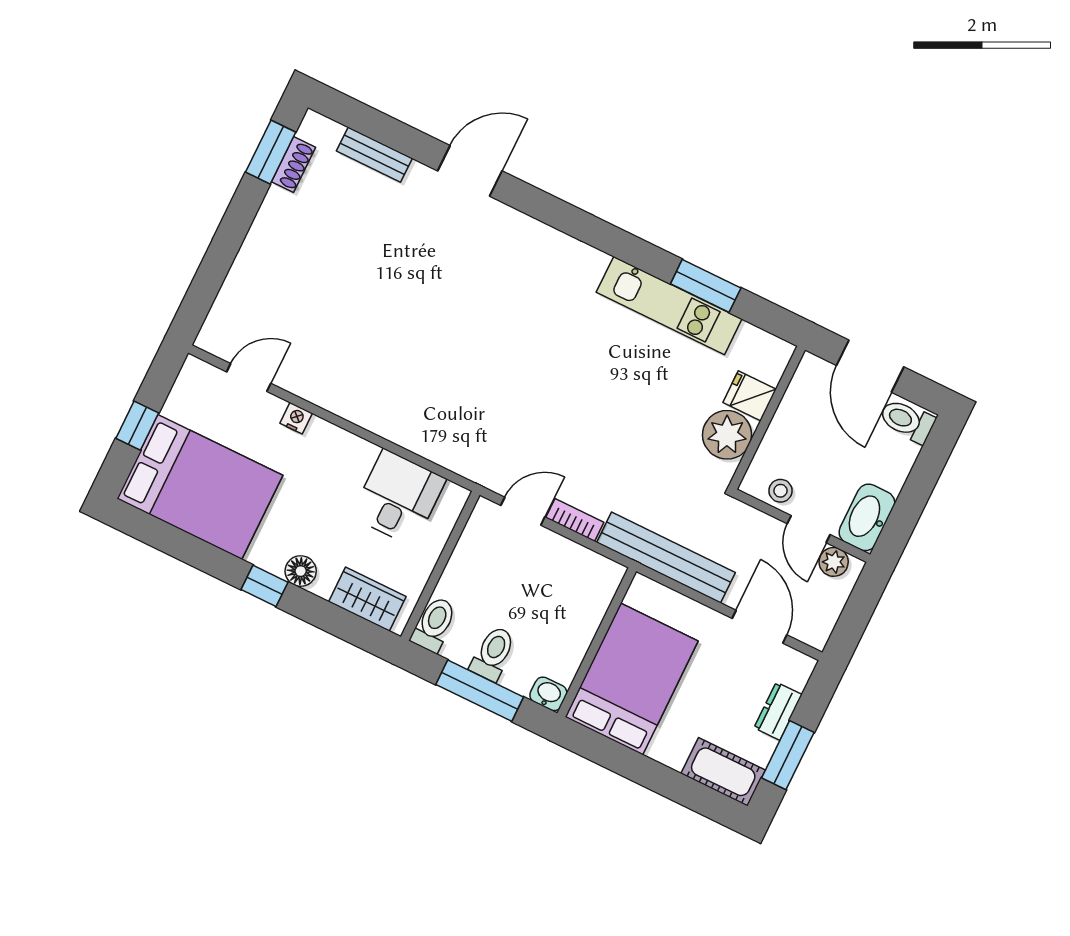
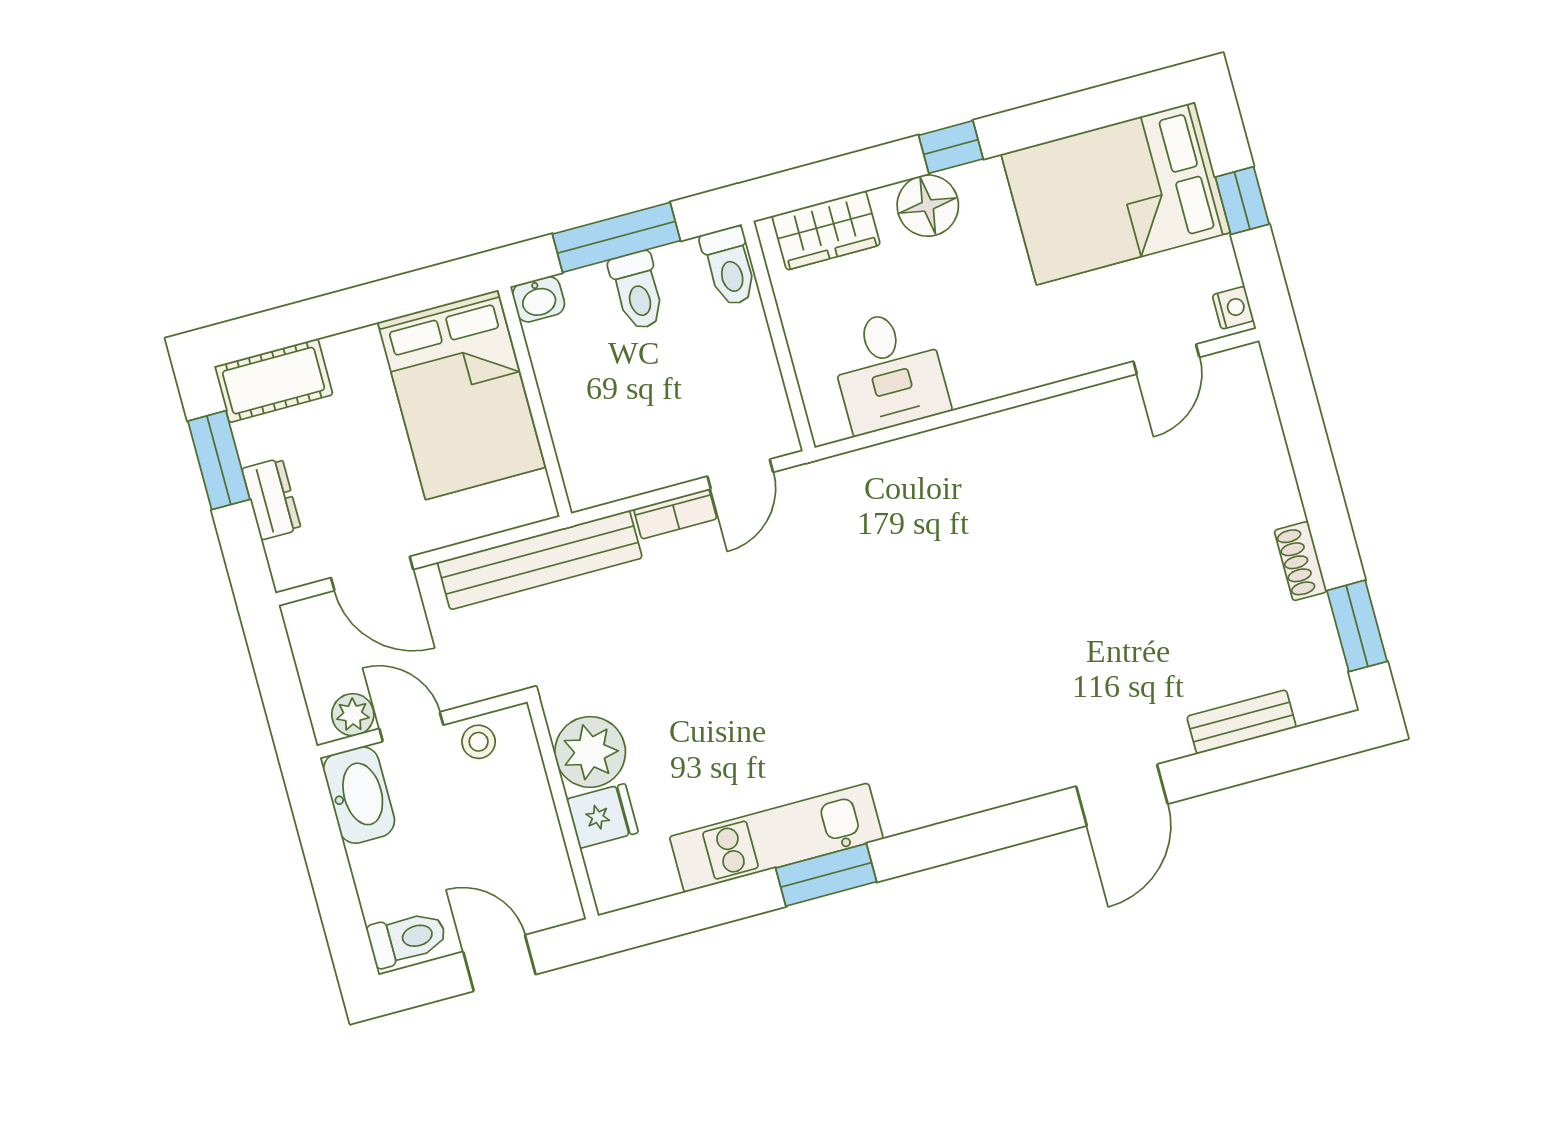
shoe rack: (293, 165) -> (1301, 561), moved
window: (706, 286) -> (826, 875), moved
door: (870, 366) -> (499, 963), width x0.73
nightstand: (296, 418) -> (1233, 308), moved, turned -90
floor lamp: (301, 571) -> (928, 206), width x1.38, depth x1.38

